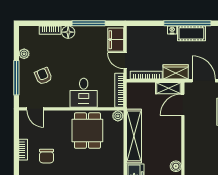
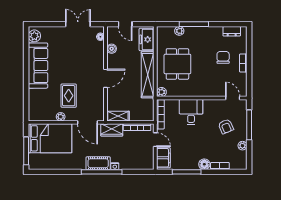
door: (183, 105) -> (106, 78), moved
dining table: (87, 131) -> (177, 64), moved

